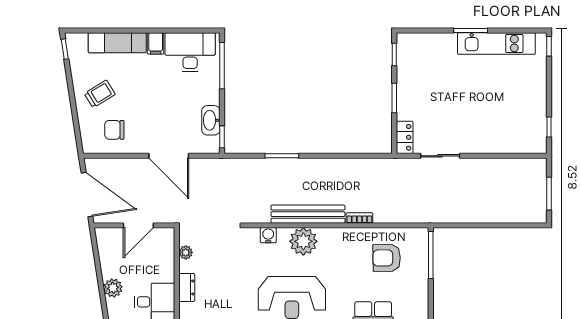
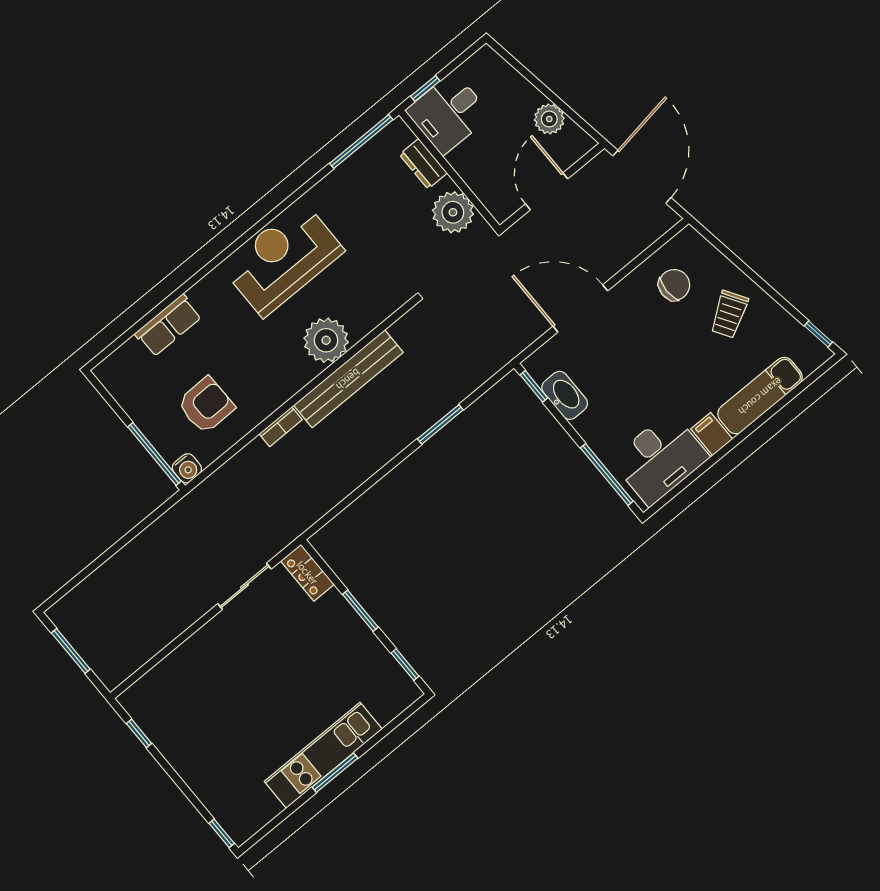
kitchen unit: (496, 43) -> (323, 755), moved
door: (87, 195) -> (642, 177), swing flipped
water cooler: (268, 235) -> (187, 468), moved
plant: (186, 252) -> (453, 212), width x1.87, depth x1.87
plant: (113, 288) -> (549, 119), moved

